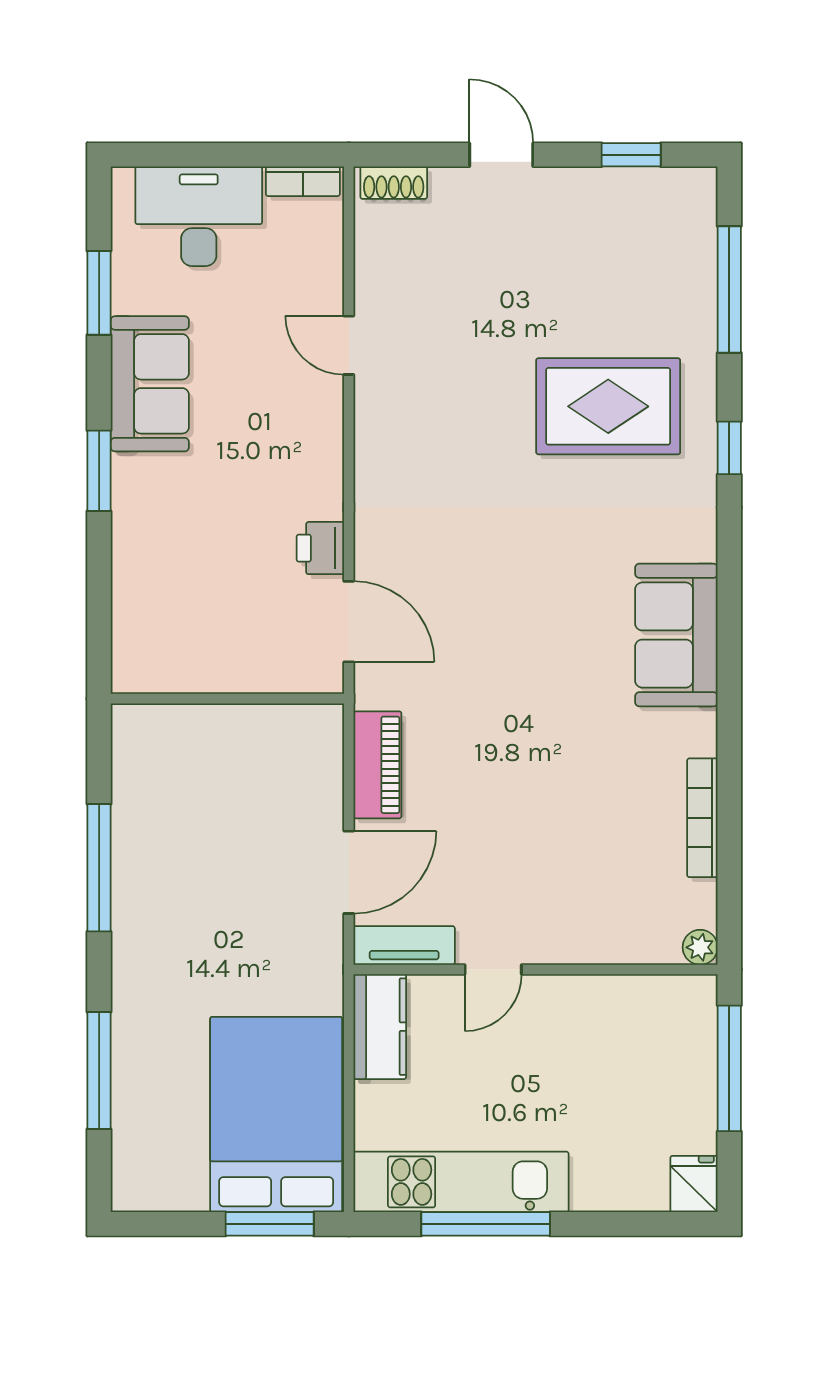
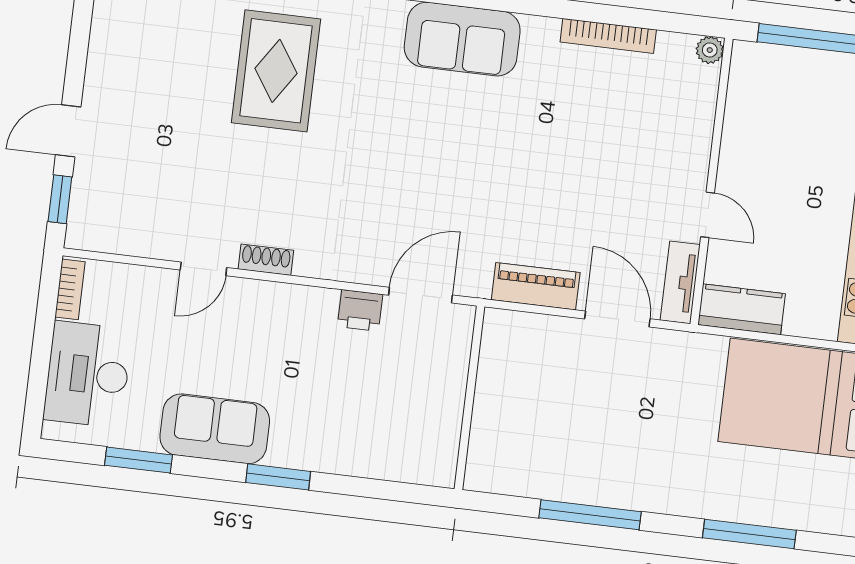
window: (631, 155) -> (60, 199), moved
shoe rack: (394, 183) -> (266, 260), moved, turned -90

